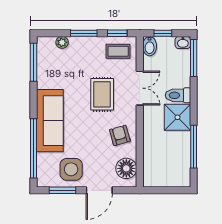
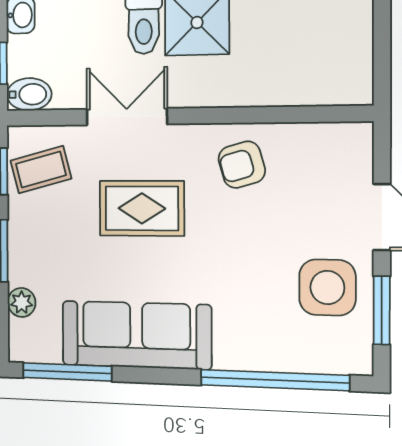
coffee table: (118, 51) -> (41, 170), turned 75
sofa: (50, 121) -> (136, 335), moved
floor lamp: (126, 168) -> (325, 148), removed

